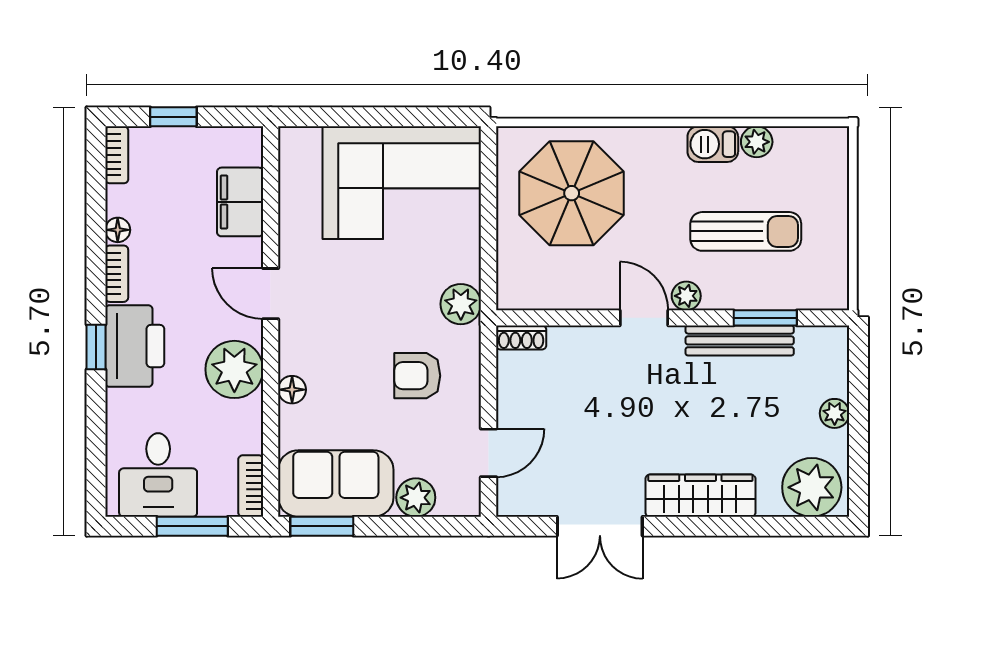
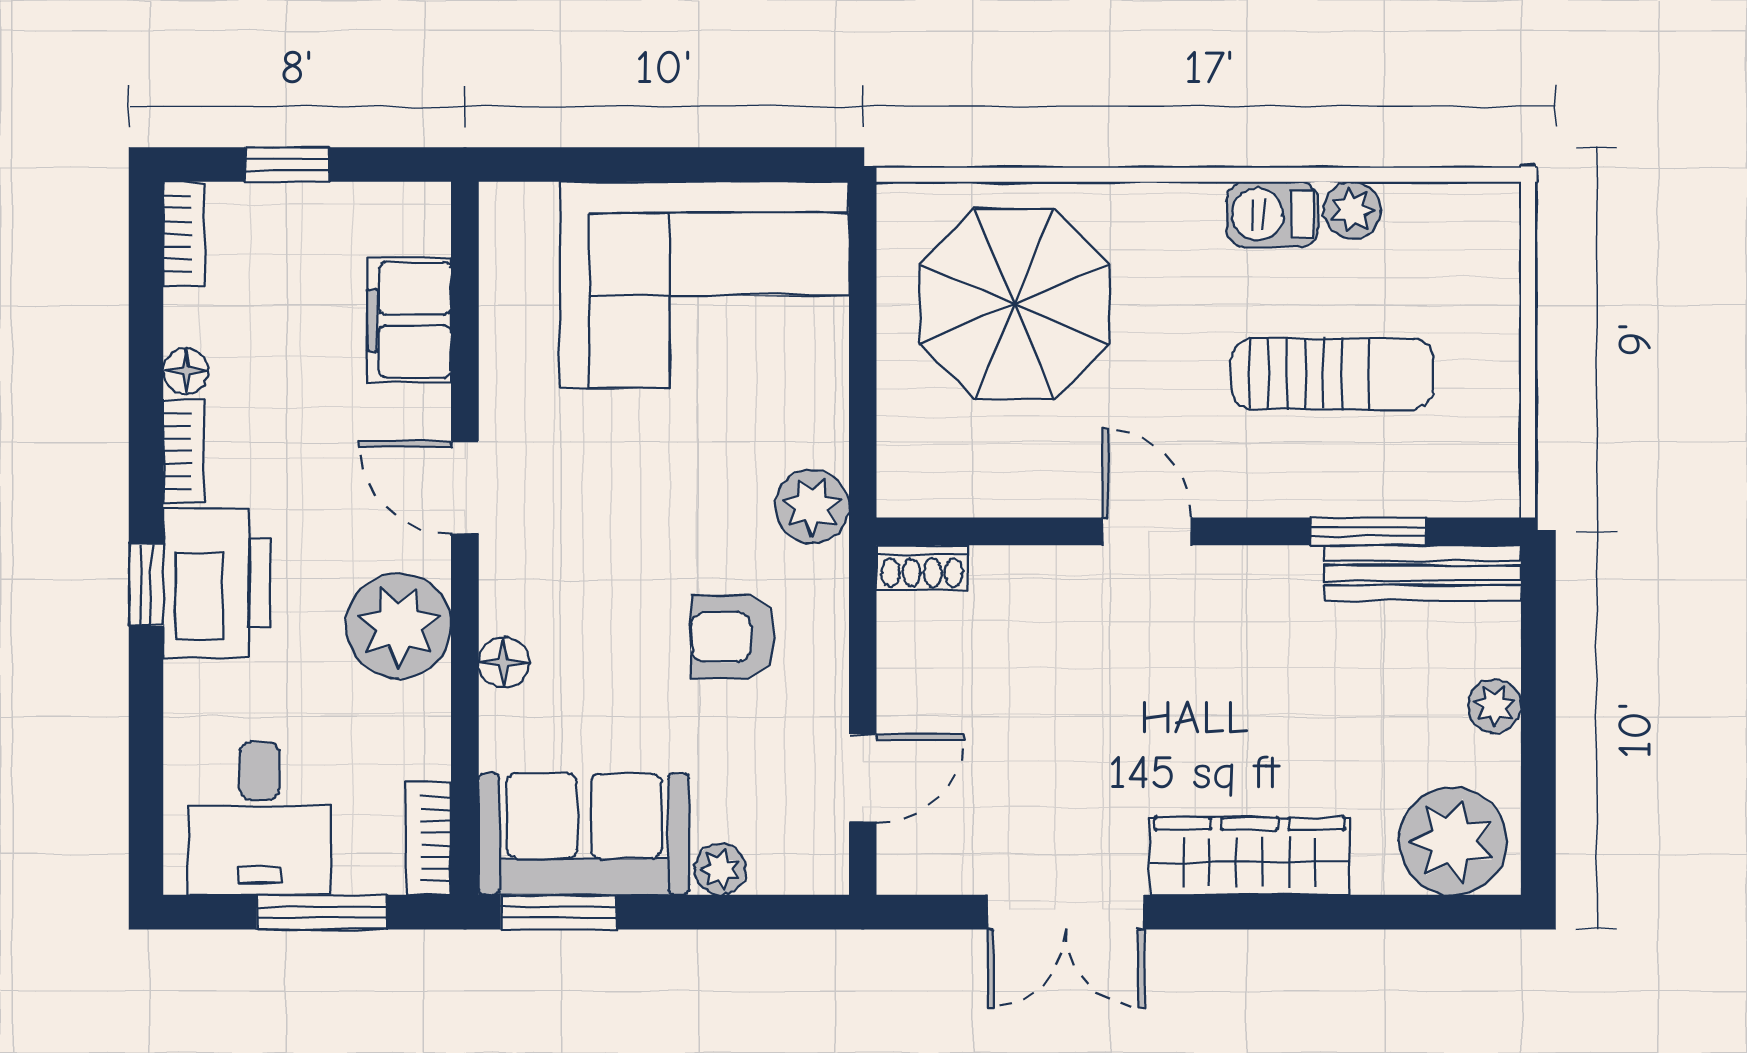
plant: (686, 296) -> (1224, 491), removed
bench: (740, 340) -> (1423, 573), moved
plant: (416, 498) -> (720, 869), width x0.73, depth x0.73

